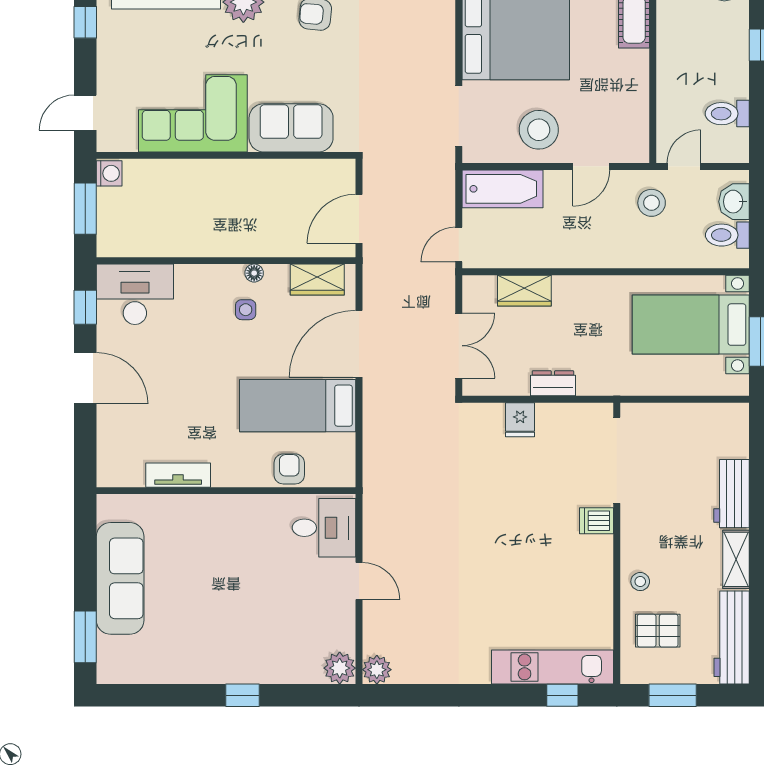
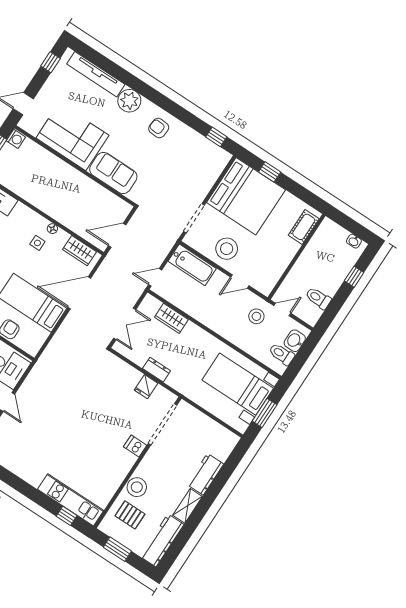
fridge: (520, 420) -> (146, 387), moved
stool: (640, 582) -> (137, 487), width x1.89, depth x1.89

